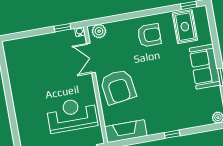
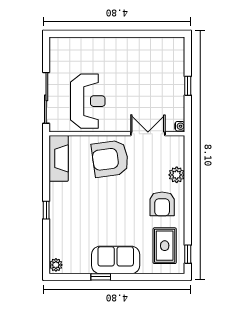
rug: (185, 27) -> (165, 246), turned 90
window: (62, 28) -> (188, 86), moved
plant: (99, 31) -> (177, 175), moved

